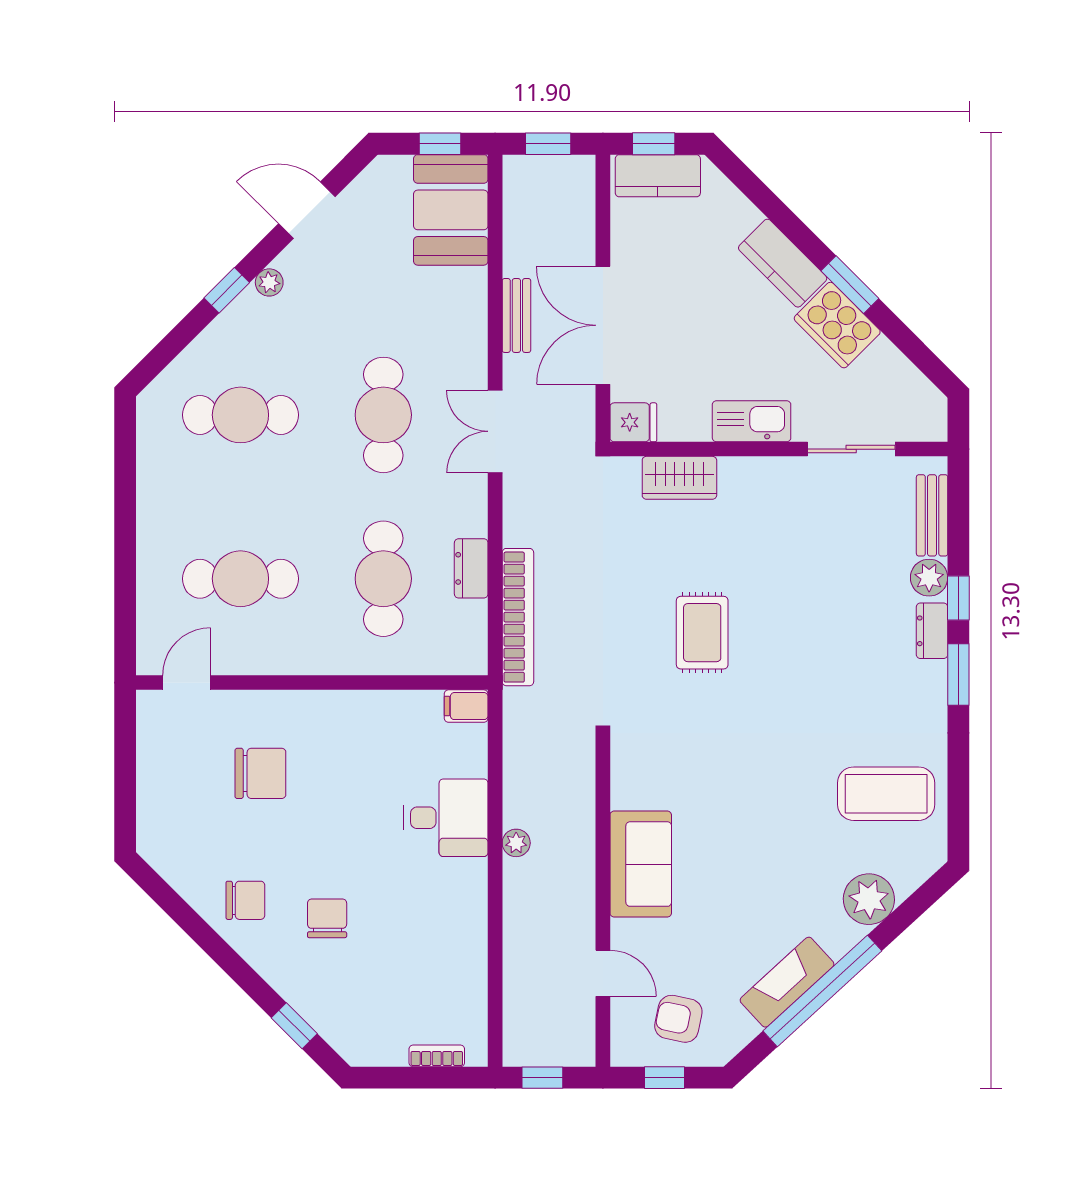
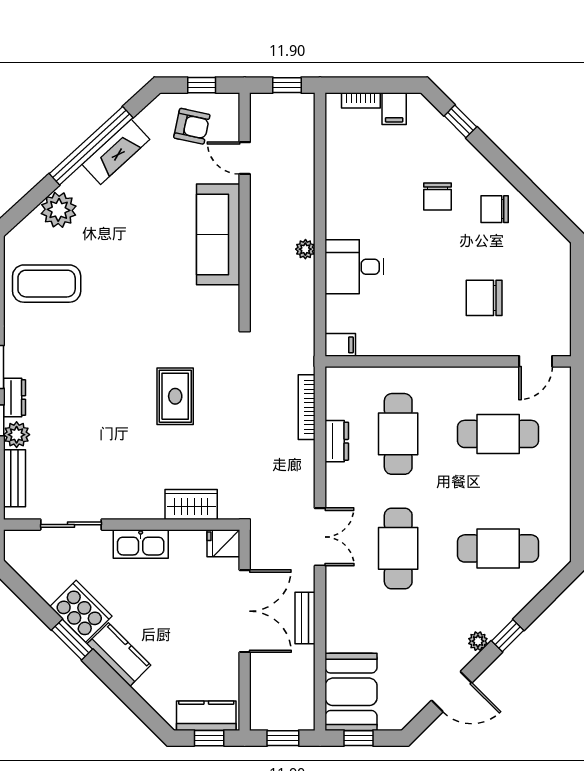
bookcase: (518, 617) -> (307, 407), width x0.68, depth x0.76
sofa: (641, 864) -> (218, 234), width x1.36
filing cabinet: (389, 1044) -> (394, 109), added

